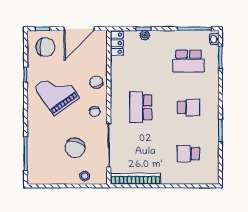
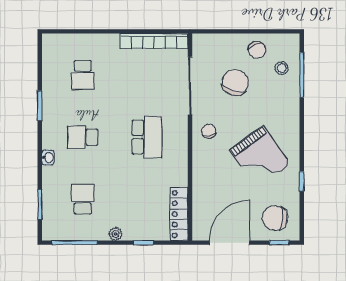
plant: (145, 35) -> (116, 234), moved
washbasin: (214, 39) -> (48, 158), moved
locker: (117, 43) -> (179, 214), width x1.53
school desk: (188, 61) -> (83, 199), width x0.54
chair: (96, 82) -> (257, 50), moved
school desk: (188, 154) -> (83, 75), turned 90
stool: (85, 176) -> (282, 68), moved

